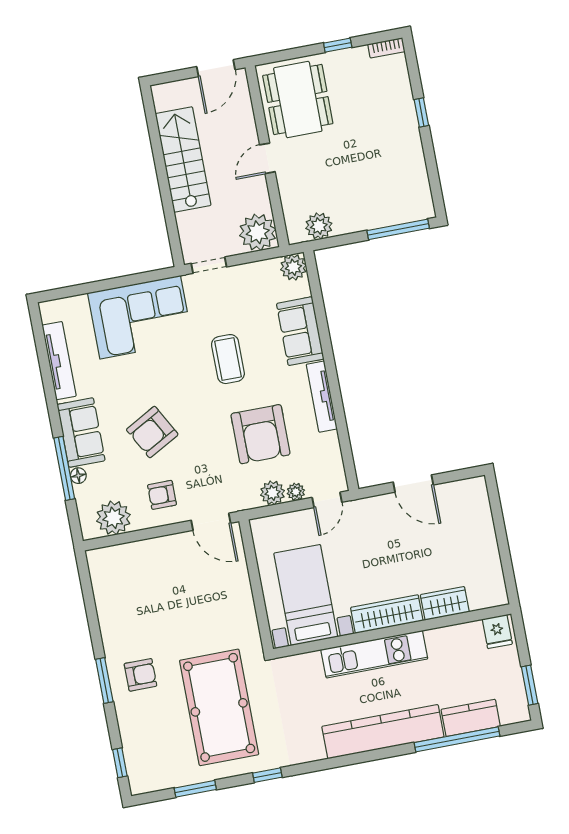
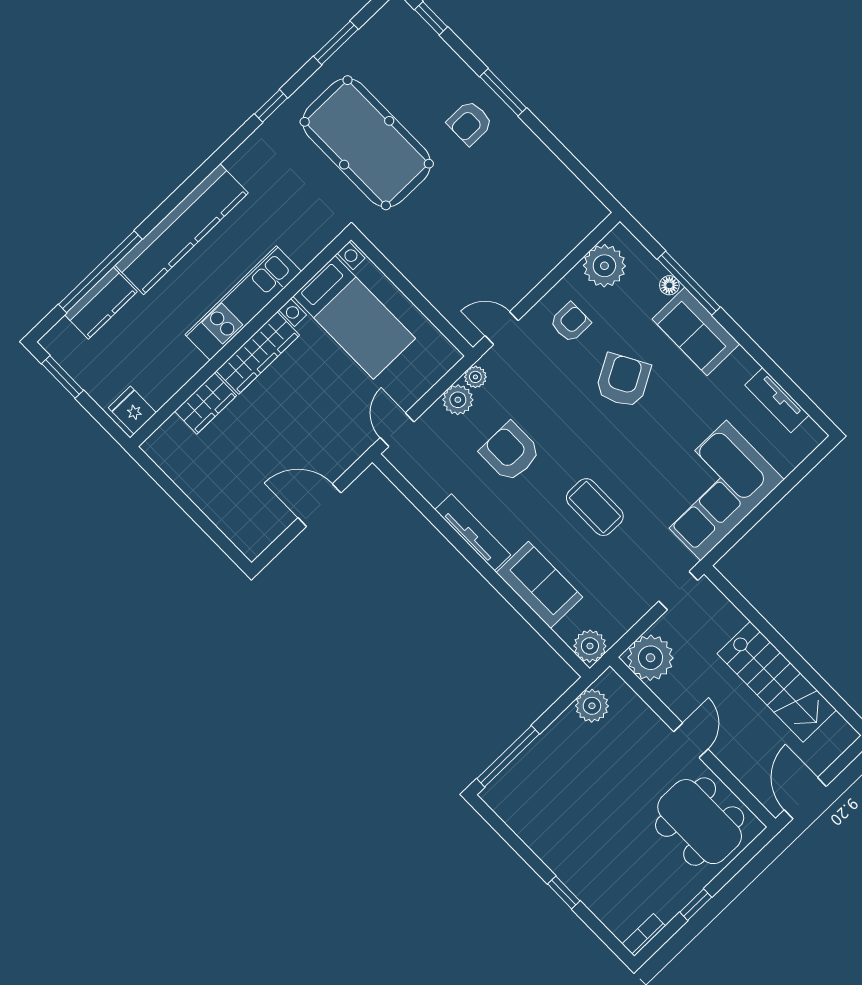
tv unit: (59, 361) -> (777, 400), width x0.71
armchair: (260, 434) -> (510, 452), width x0.73, depth x0.73
plant: (296, 492) -> (475, 377), moved
door: (211, 522) -> (502, 328), width x0.73

